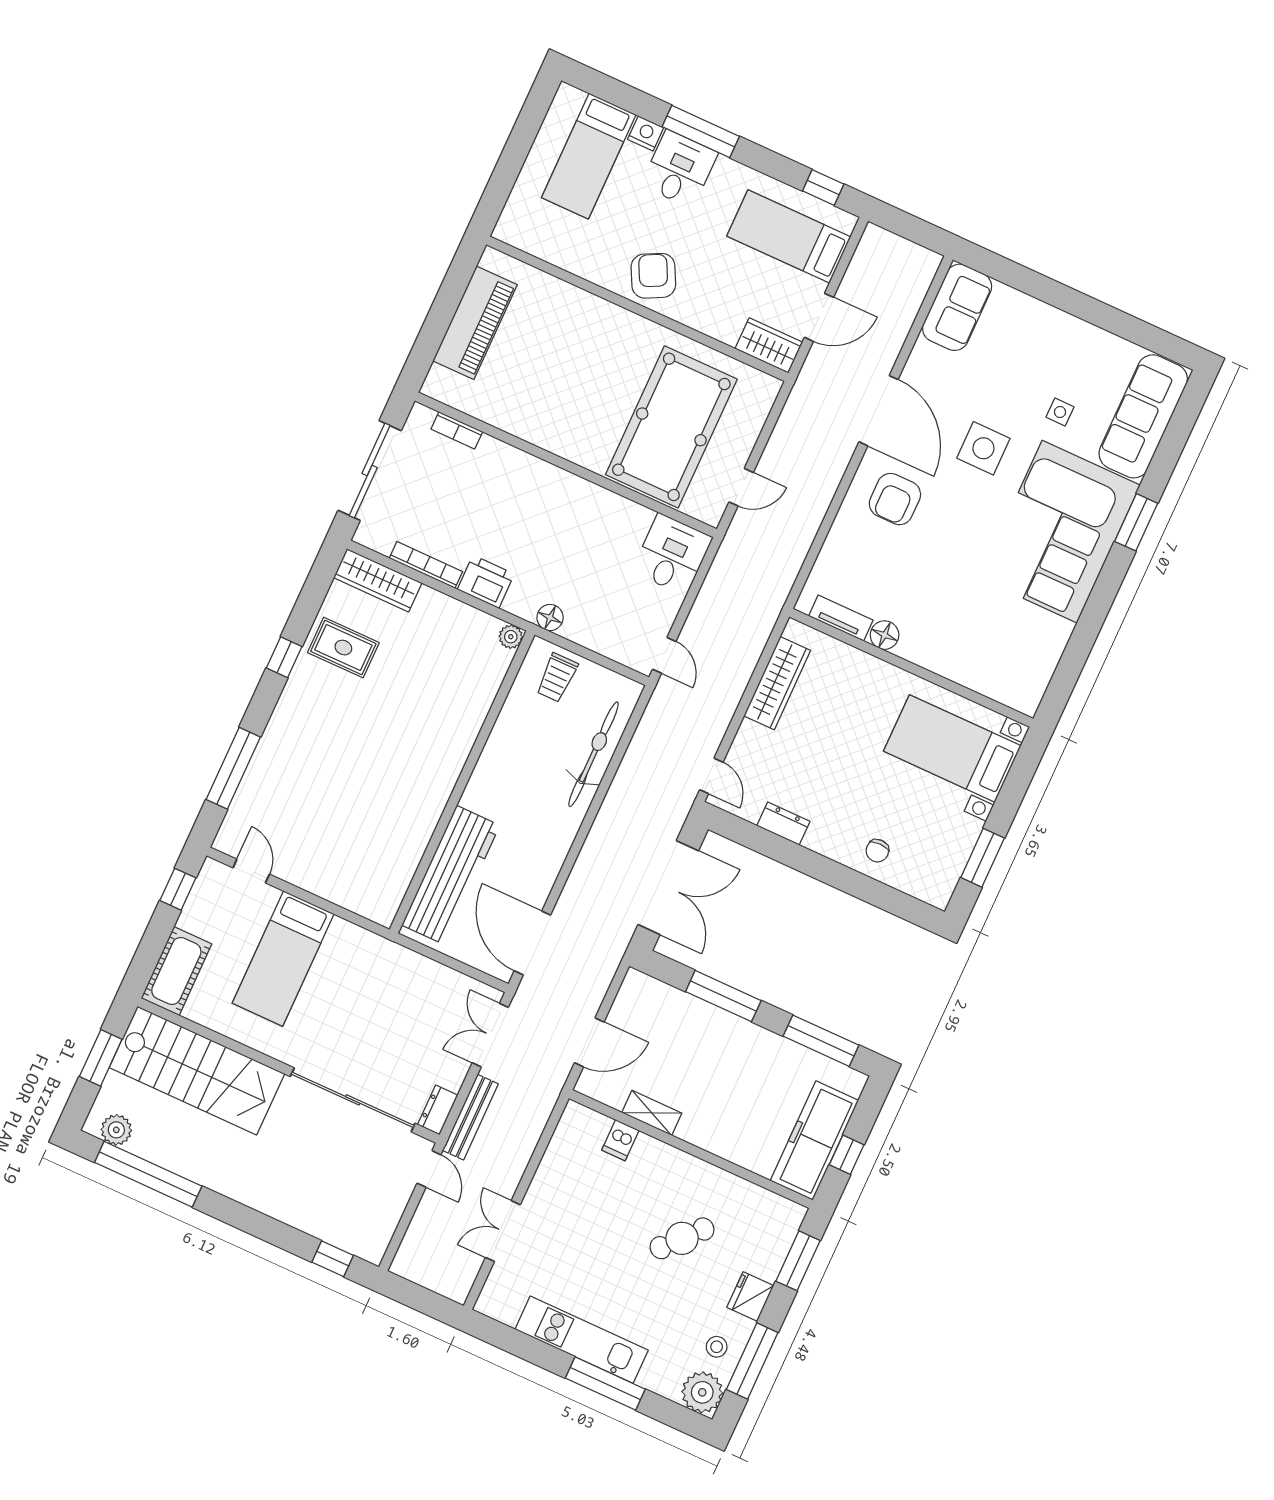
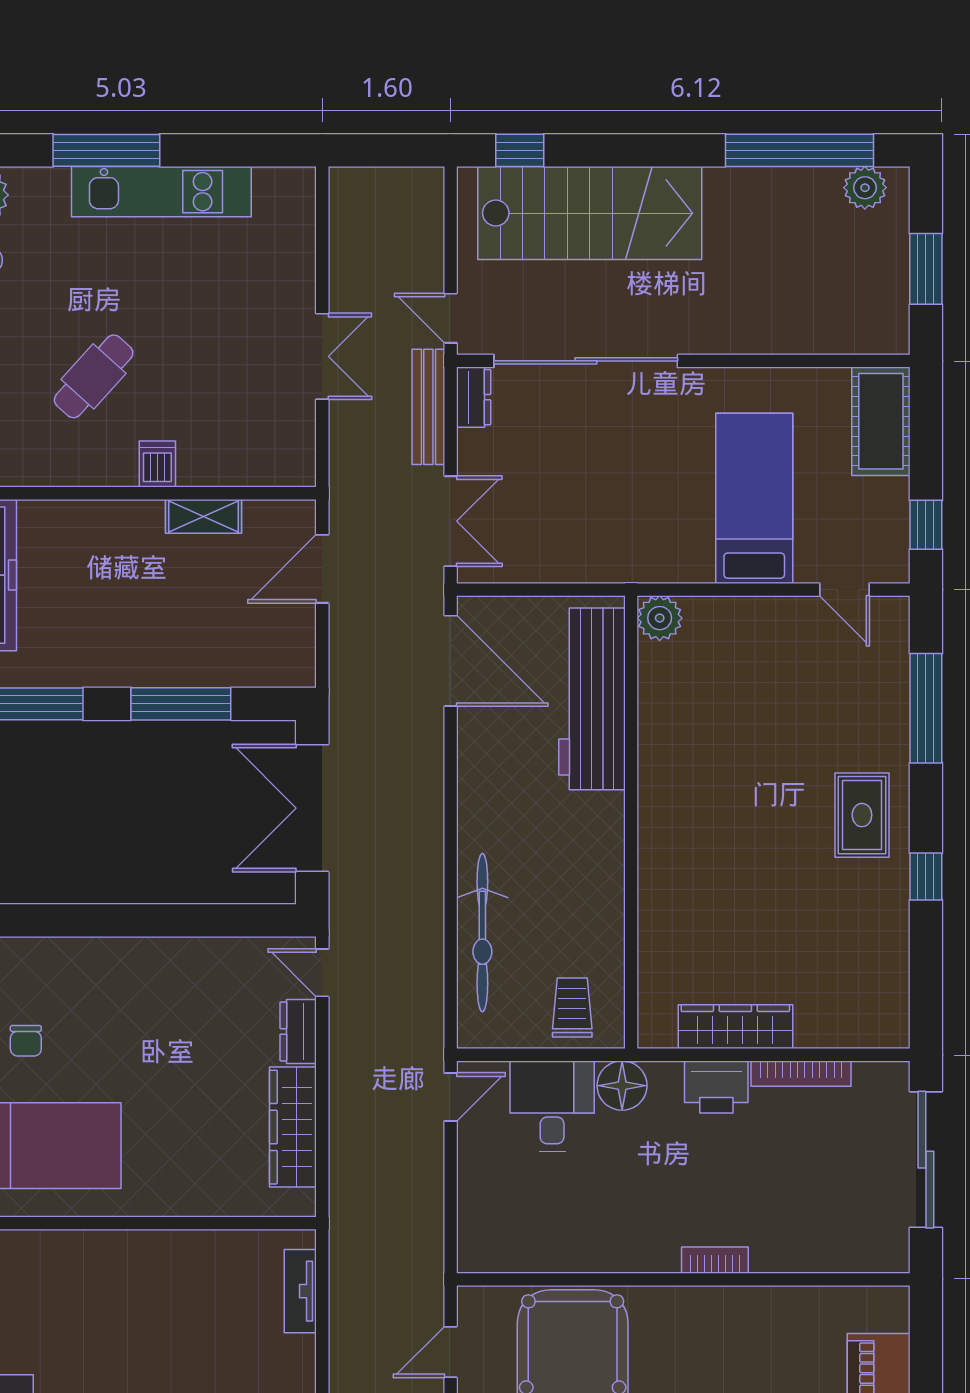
bookcase: (457, 430) -> (715, 1260), moved
desk: (672, 554) -> (552, 1106), moved, turned 180
wardrobe: (378, 580) -> (735, 1027), moved
floor lamp: (550, 618) -> (622, 1086), width x1.38, depth x1.38
tv unit: (841, 618) -> (300, 1291), moved, turned 90
floor lamp: (885, 635) -> (186, 1249), removed
plant: (511, 637) -> (660, 618), moved, width x1.38, depth x1.38
rug: (343, 648) -> (862, 815), moved, turned 90
door: (664, 655) -> (451, 1097), swing flipped
dresser: (783, 824) -> (298, 1031), moved, turned 90
chair: (877, 851) -> (26, 1041), moved, turned 180
stairs: (197, 1071) -> (590, 213), moved, turned 180
dishwasher: (620, 1140) -> (157, 464), moved
double door: (503, 1231) -> (322, 356), moved

